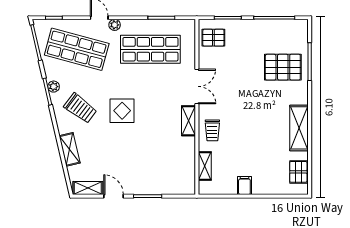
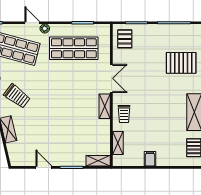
pallet: (213, 38) -> (125, 39), turned 90
display table: (122, 111) -> (51, 98), removed
shelving: (88, 188) -> (98, 161), moved

